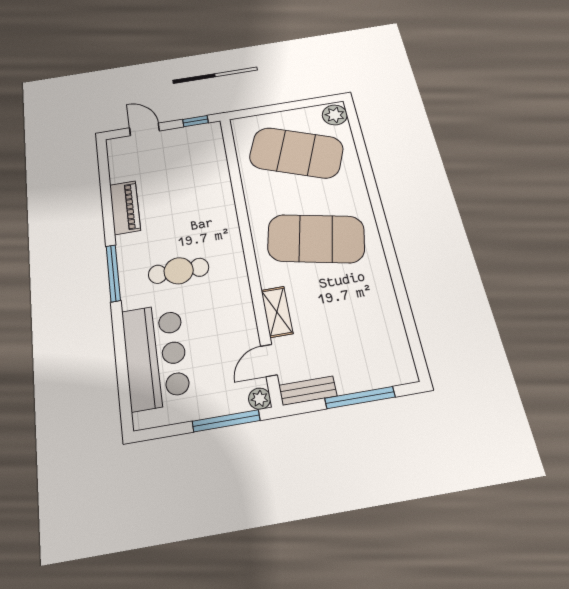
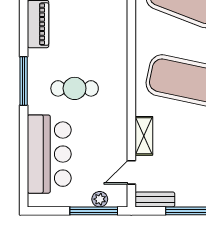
plant: (260, 399) -> (100, 199), moved

